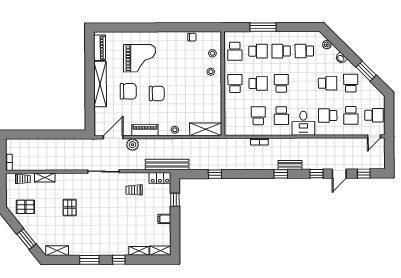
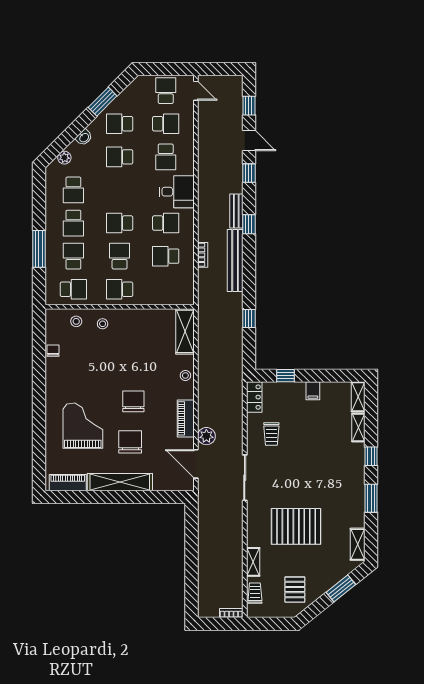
school desk: (328, 83) -> (120, 157), turned -90
bench: (167, 165) -> (235, 260), moved
pallet: (70, 208) -> (296, 526), width x2.05, depth x2.00

